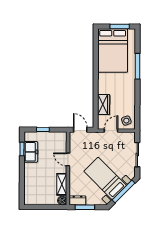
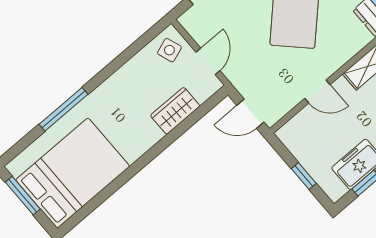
door: (80, 130) -> (250, 114), hinge flipped
door: (111, 131) -> (208, 61), swing flipped
door: (68, 159) -> (317, 92), hinge flipped

